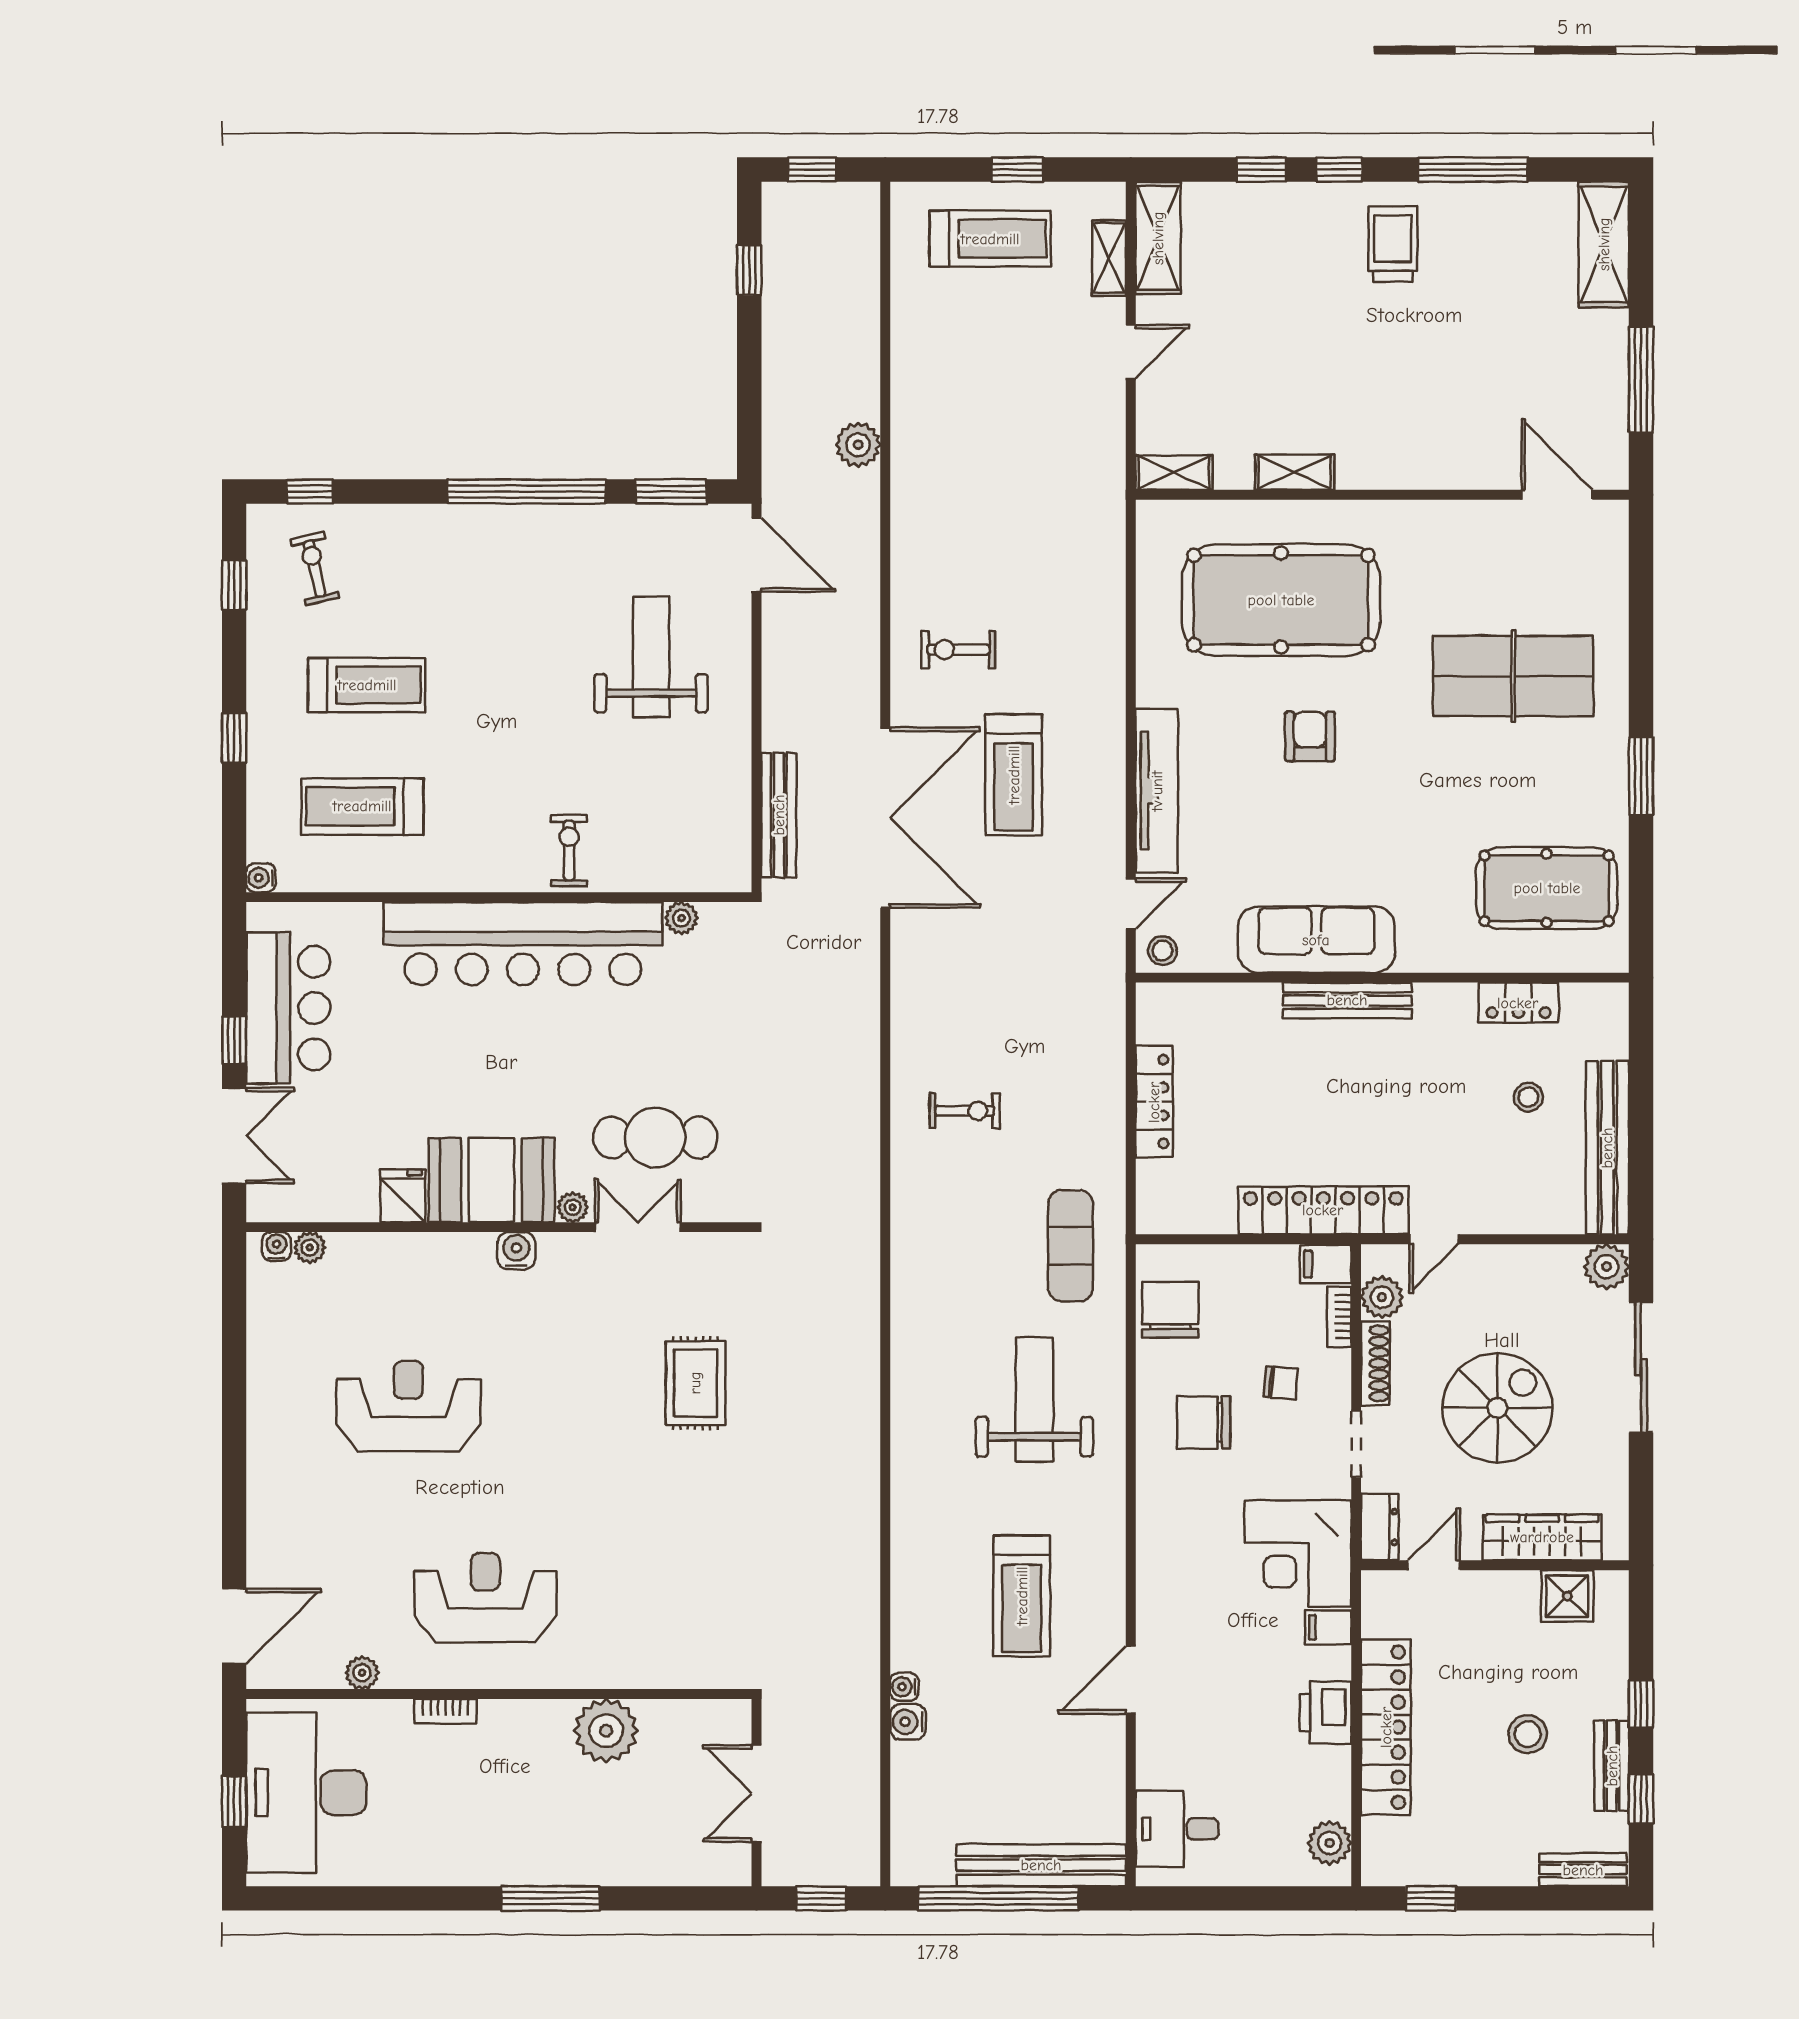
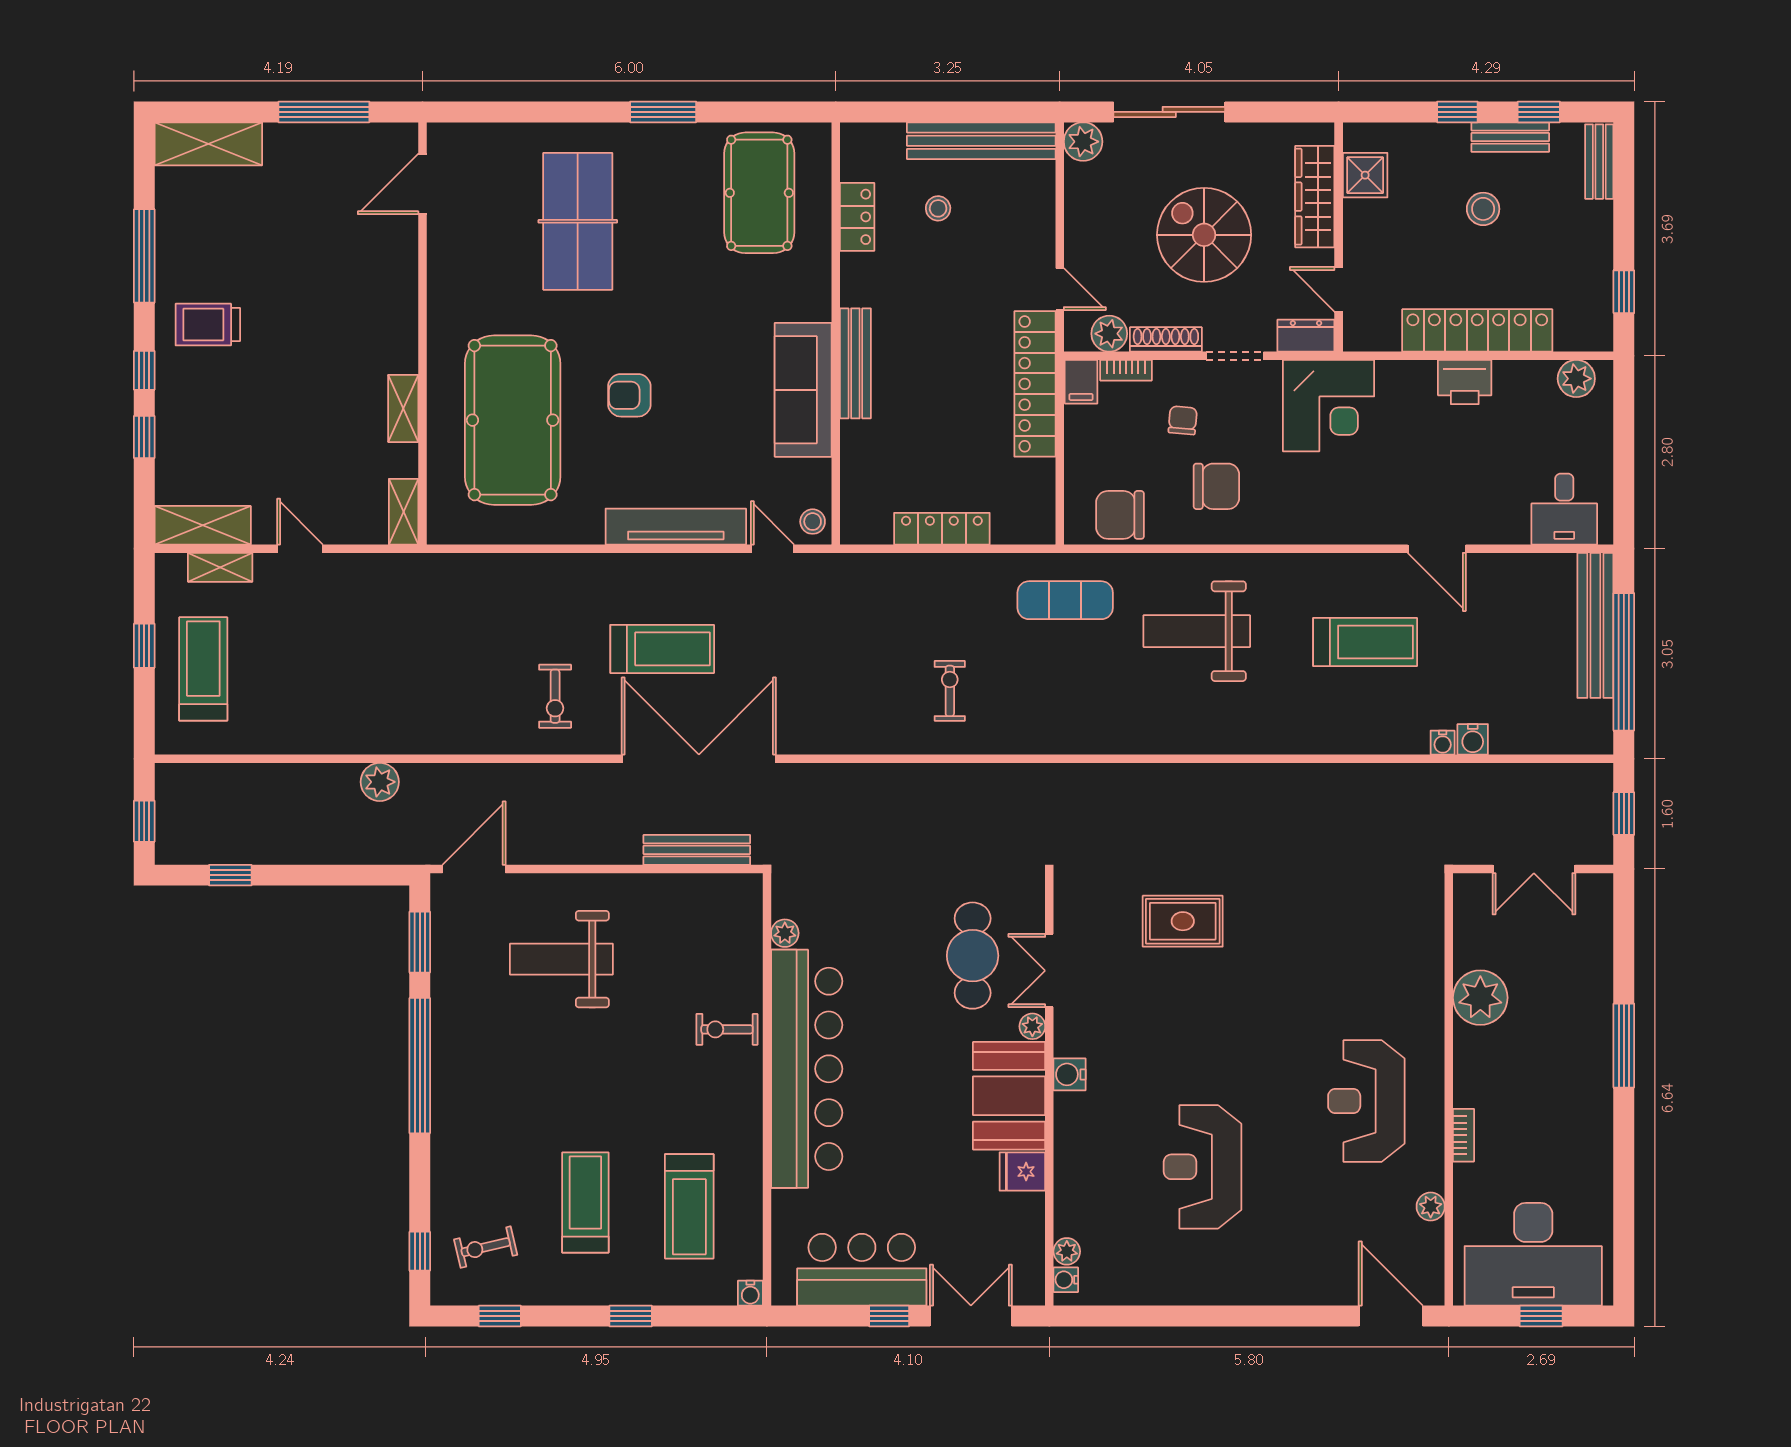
chair: (1204, 1422) -> (1216, 486), turned -90
filing cabinet: (1328, 1627) -> (1392, 380), removed

